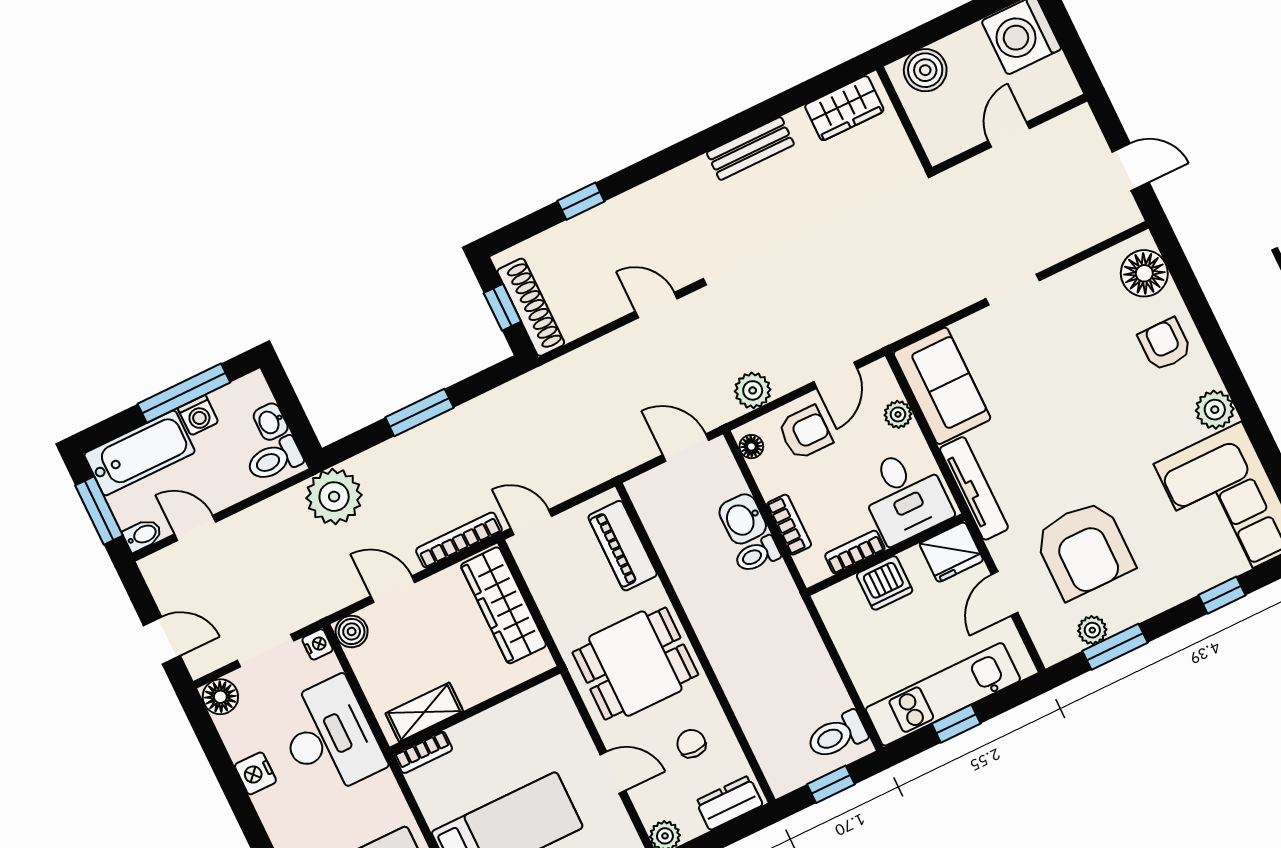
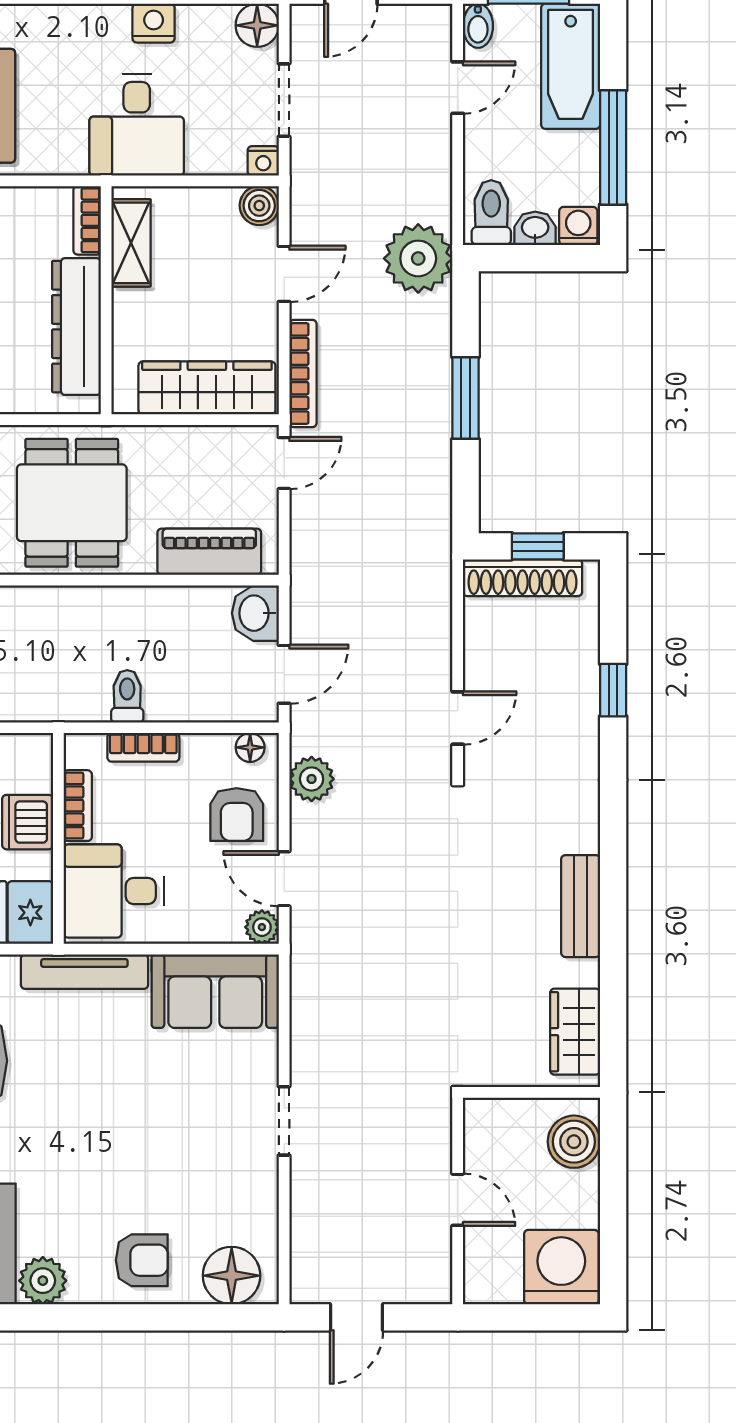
plant: (898, 414) -> (262, 927), moved
washing machine: (198, 415) -> (578, 226), moved, turned 90
washbasin: (743, 519) -> (255, 613), moved, turned -90
dresser: (505, 722) -> (76, 327), added
desk: (330, 737) -> (137, 125), width x0.73

